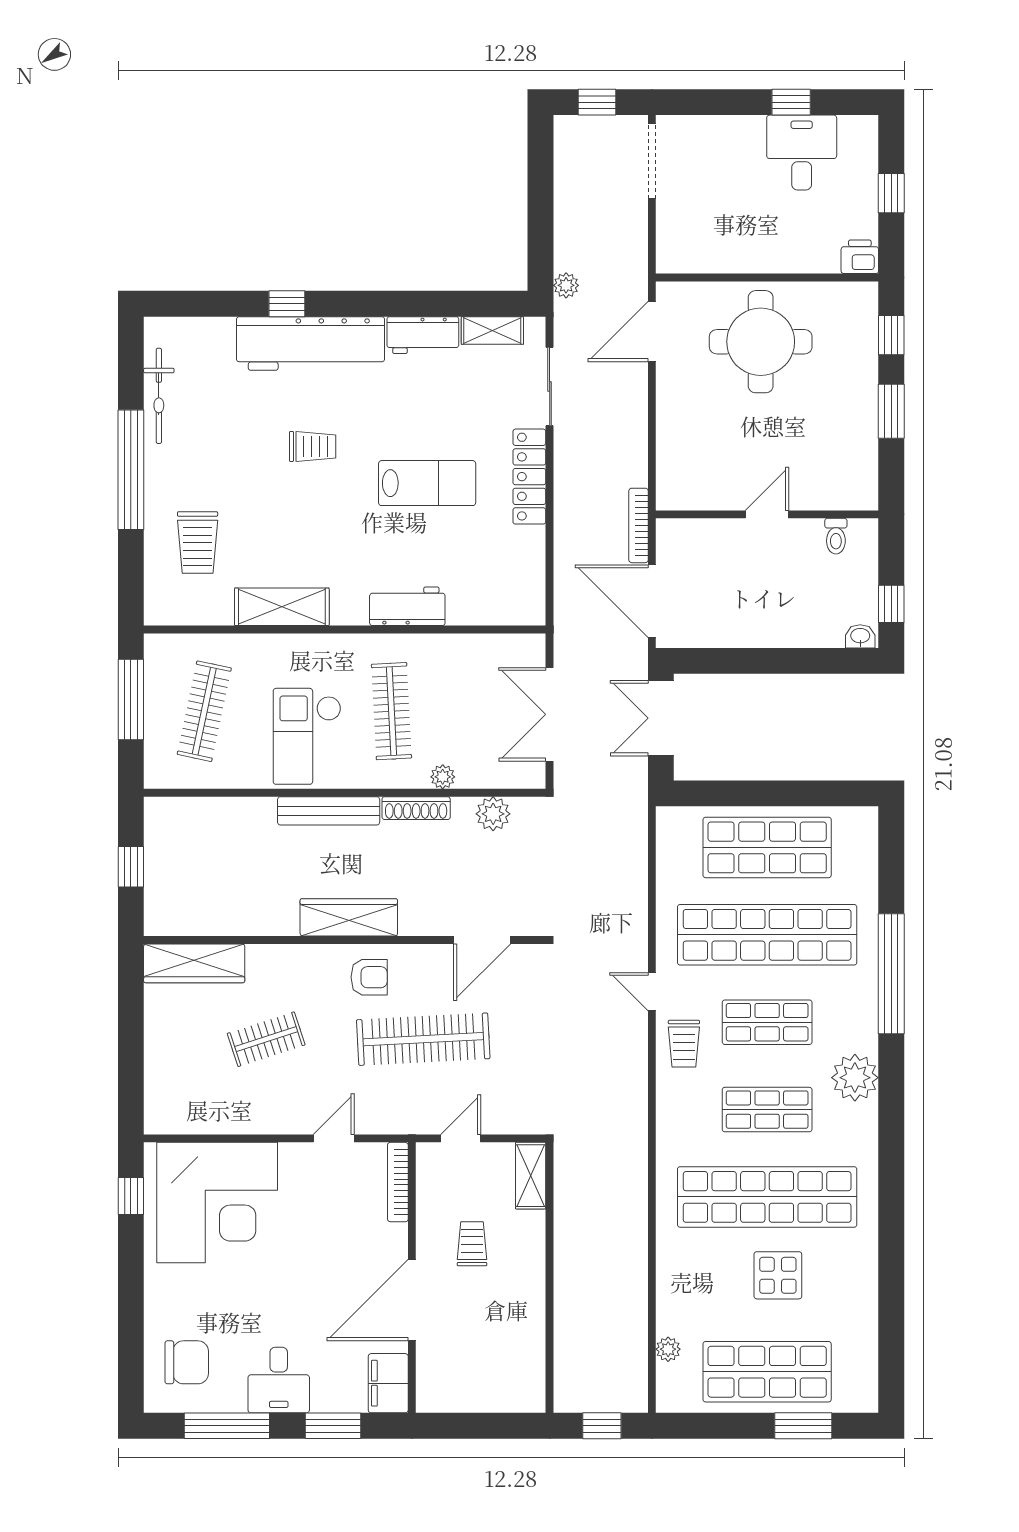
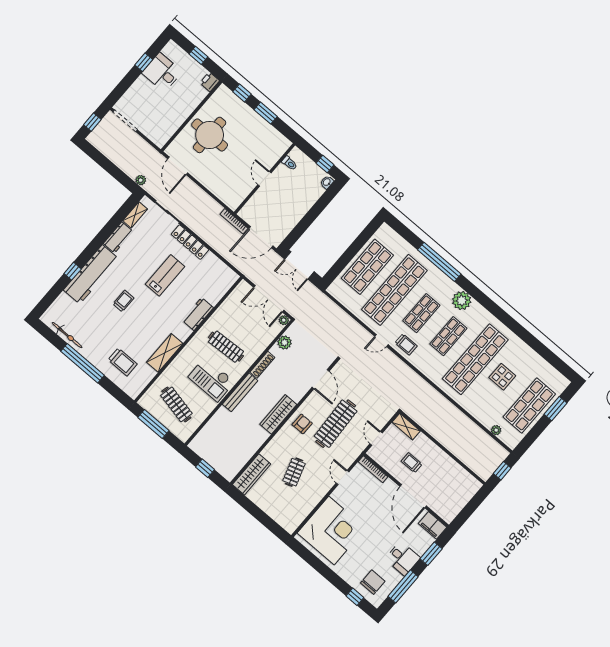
plant: (443, 777) -> (284, 320), moved
window: (131, 1196) -> (355, 597), moved

